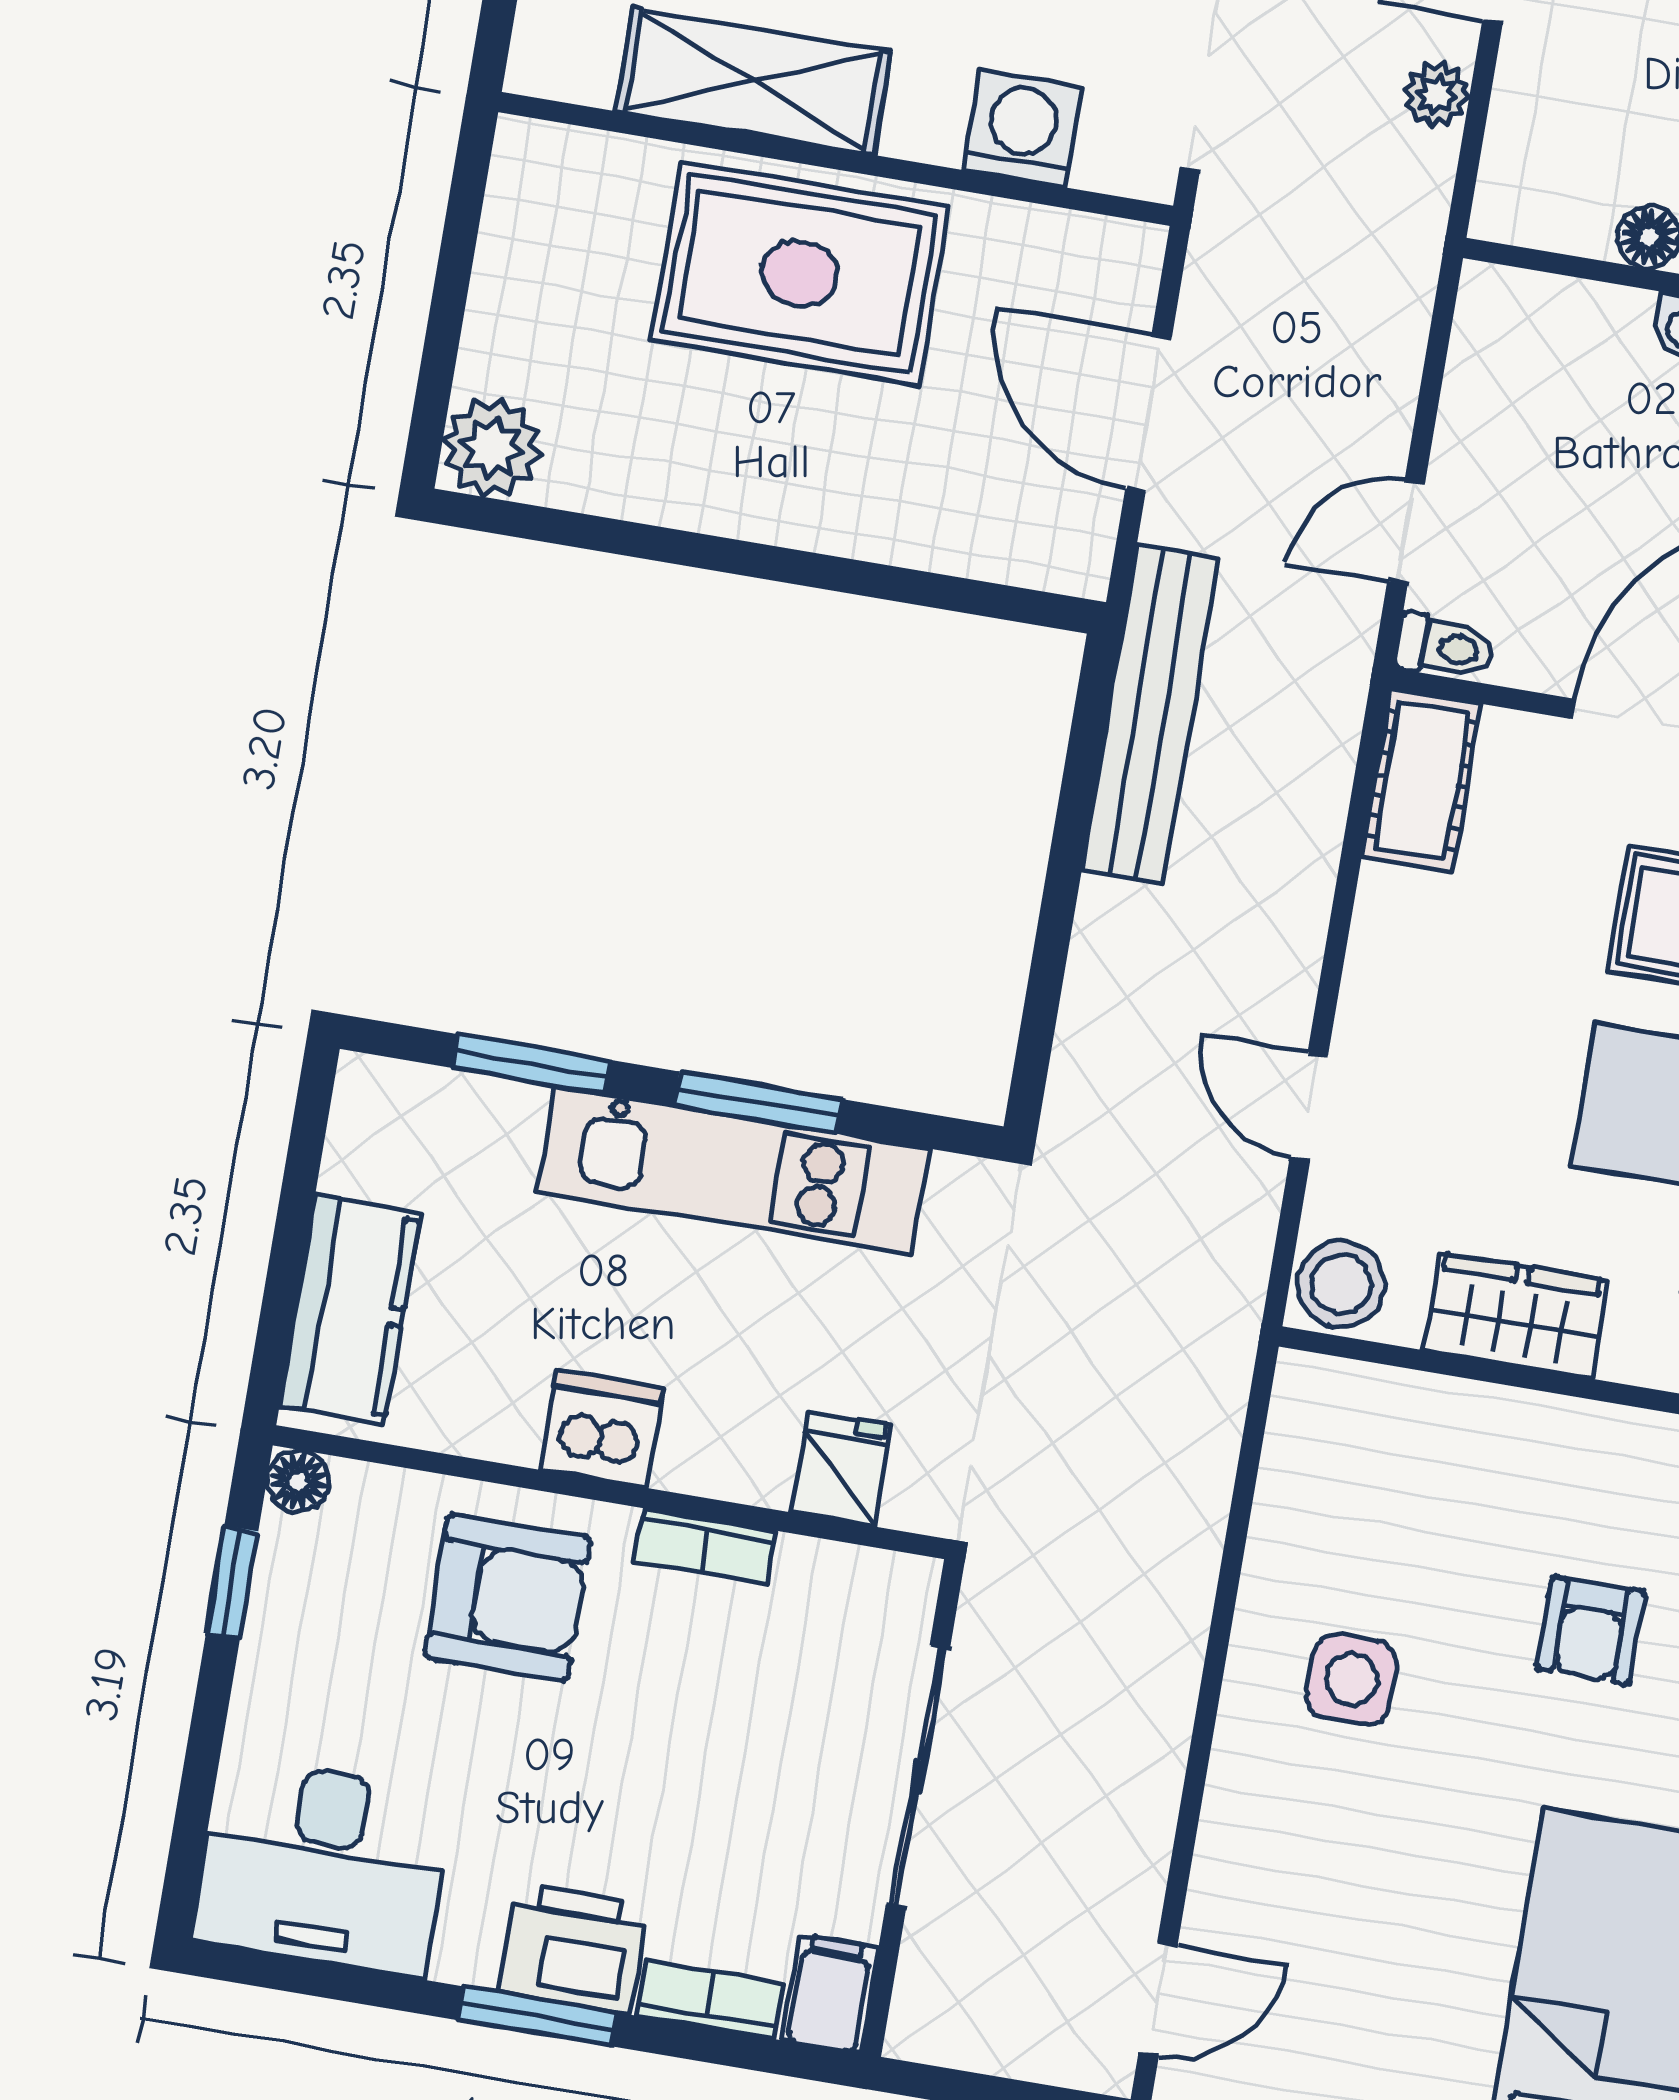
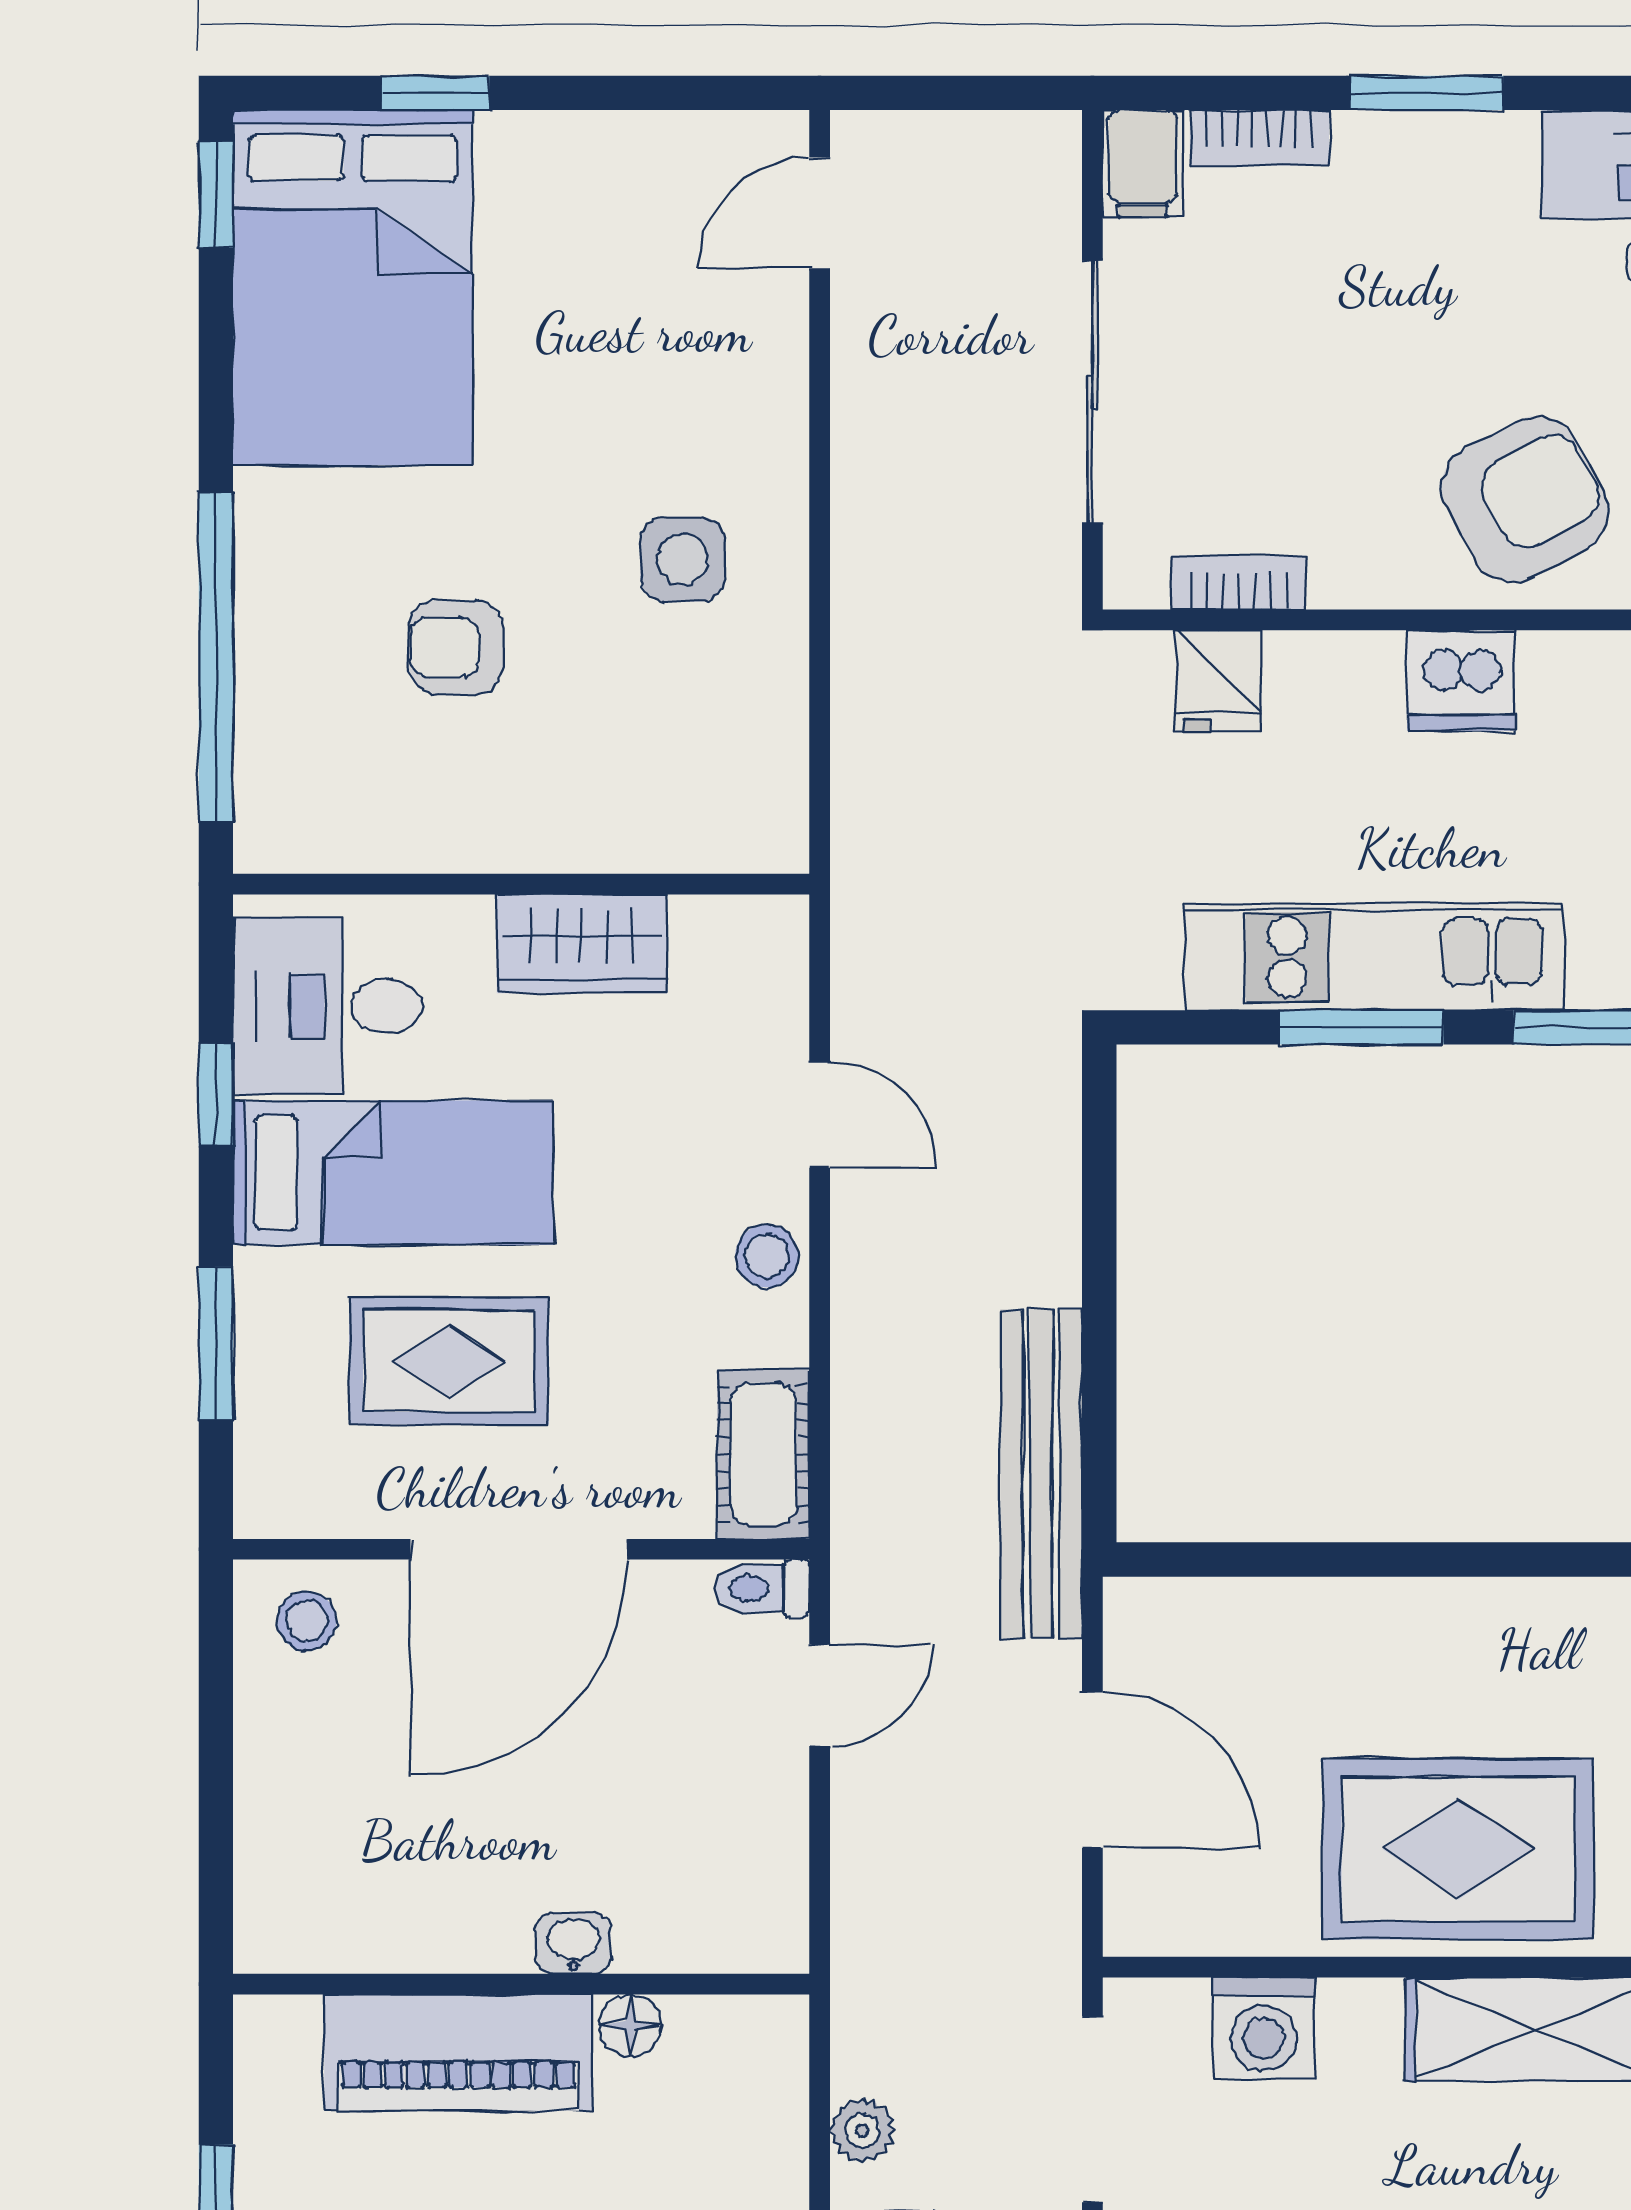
stool: (1341, 1284) -> (767, 1256), moved, width x0.73, depth x0.73
bookcase: (705, 1546) -> (1239, 583), moved
armchair: (508, 1598) -> (1525, 499), turned 152
armchair: (1591, 1630) -> (456, 647), turned -90
printer: (573, 1948) -> (1403, 166), removed

